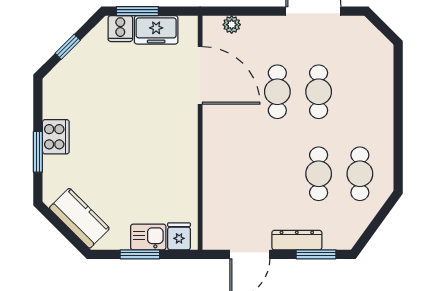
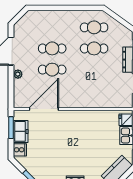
window: (137, 11) -> (11, 128), moved
plant: (232, 25) -> (18, 74), moved

